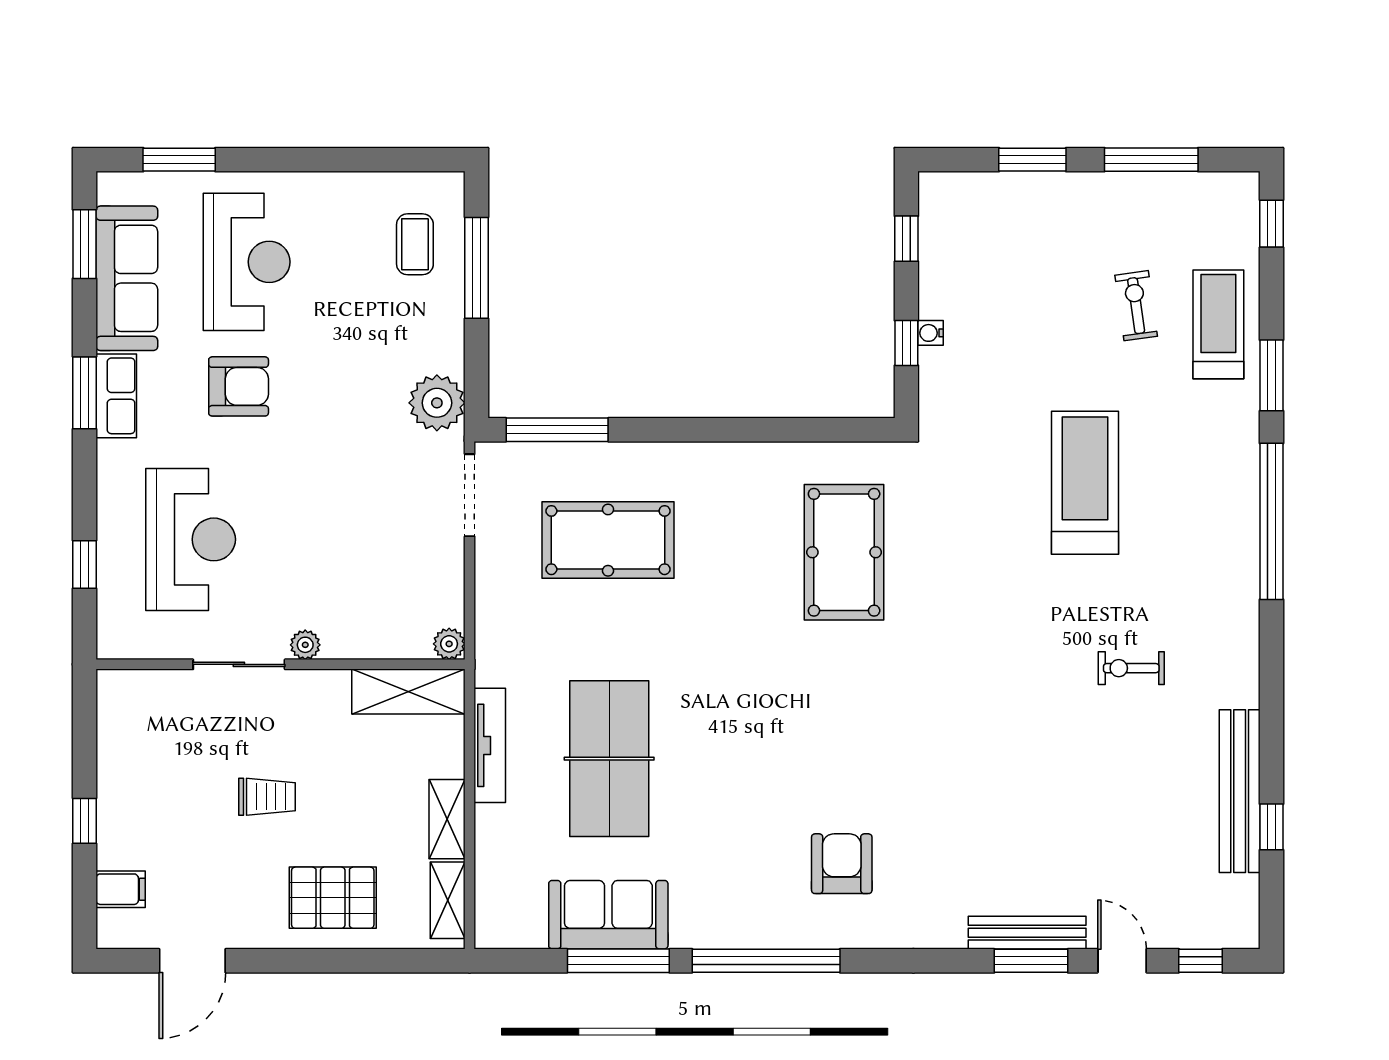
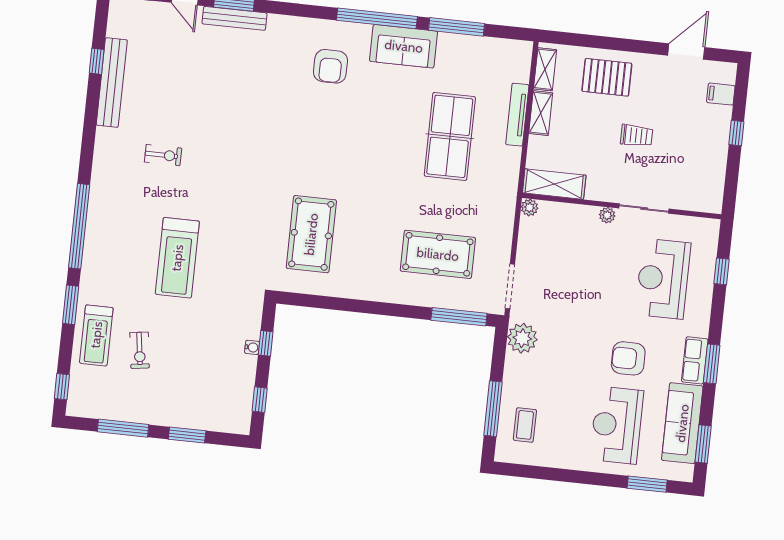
tv unit: (490, 745) -> (517, 115), moved
trolley: (267, 797) -> (637, 136), turned 180
sofa: (608, 915) -> (404, 46), moved

